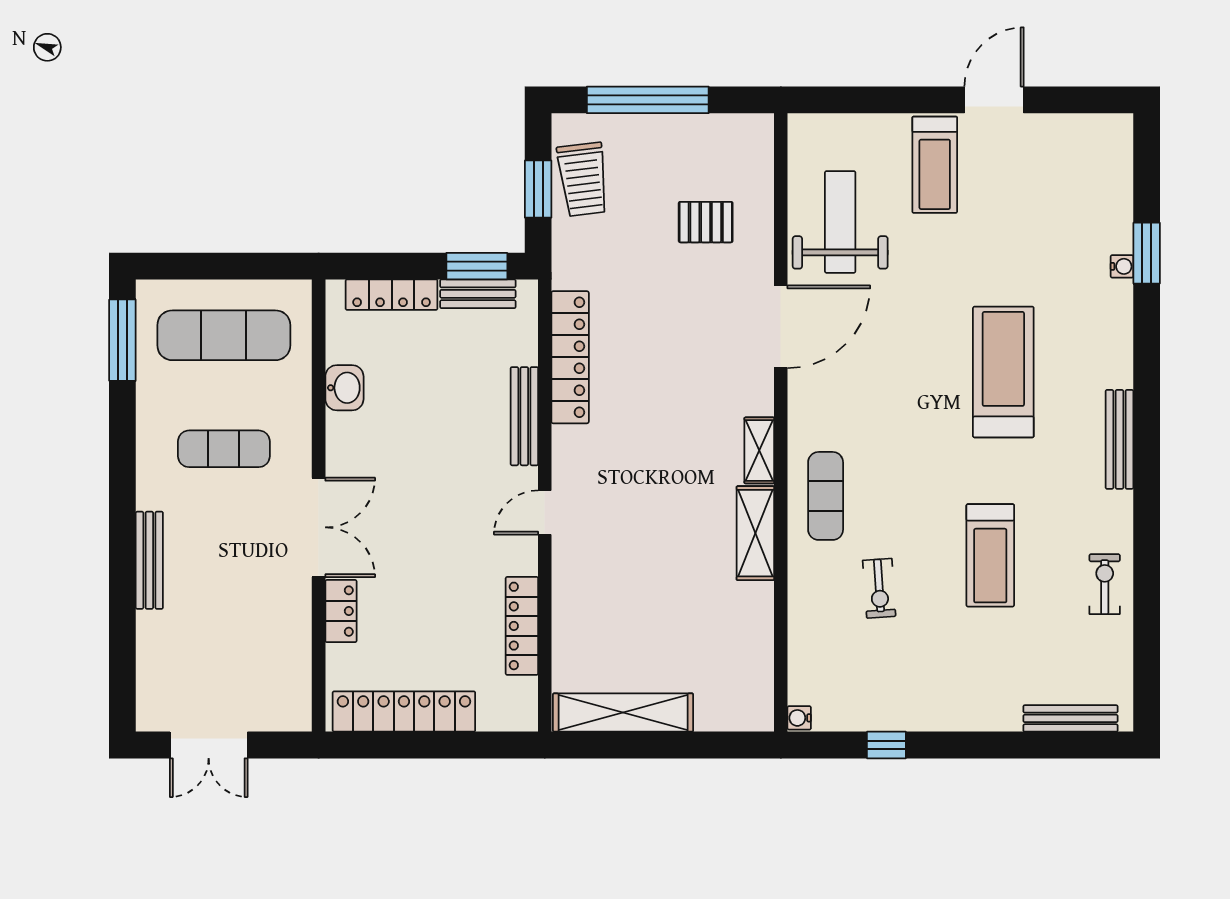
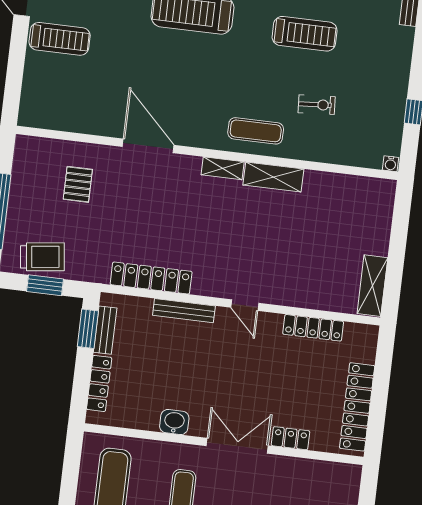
weight bench: (840, 222) -> (88, 101), removed
washbasin: (344, 388) -> (174, 422), moved
shelving: (623, 713) -> (372, 286), width x0.68

